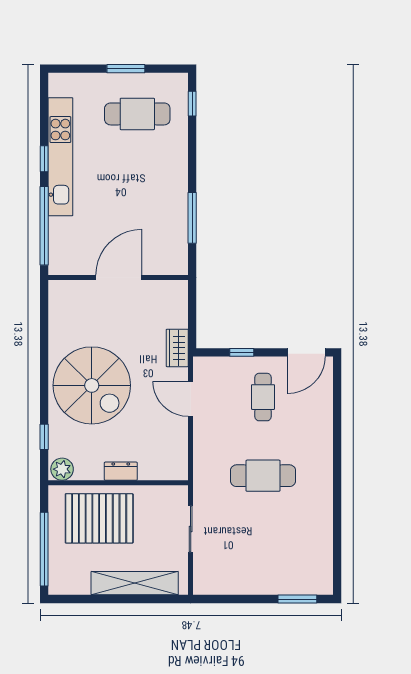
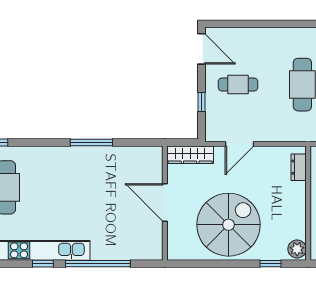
wall: (118, 278) -> (165, 203), moved
door: (119, 278) -> (165, 202), moved
wardrobe: (177, 348) -> (190, 155), width x1.50
dresser: (121, 471) -> (299, 167), moved

